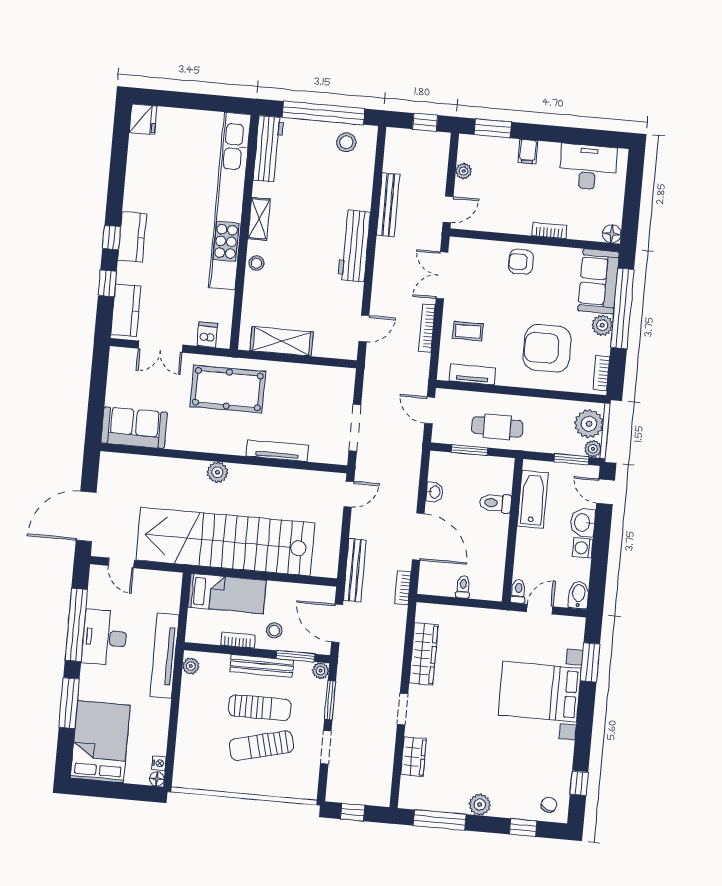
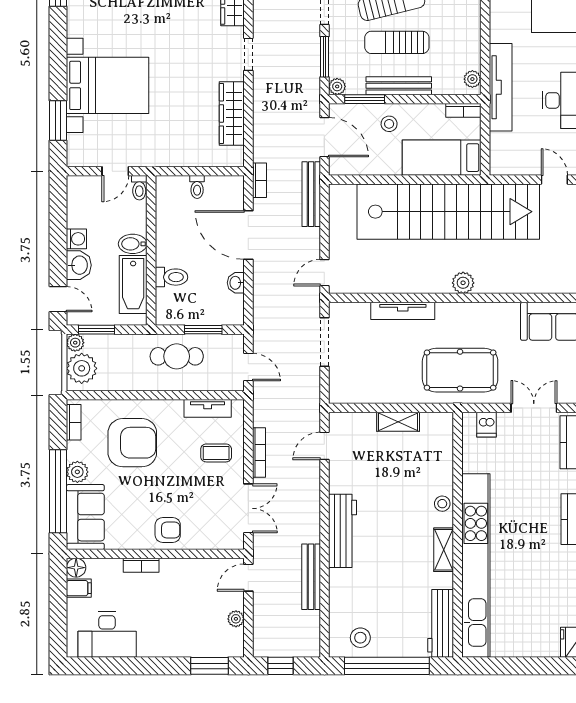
filing cabinet: (528, 152) -> (79, 588), moved, turned 90
shelving: (282, 341) -> (398, 422), width x0.67, depth x0.75
bidet: (579, 595) -> (133, 244), moved, turned 90
bookcase: (238, 640) -> (463, 110), moved

